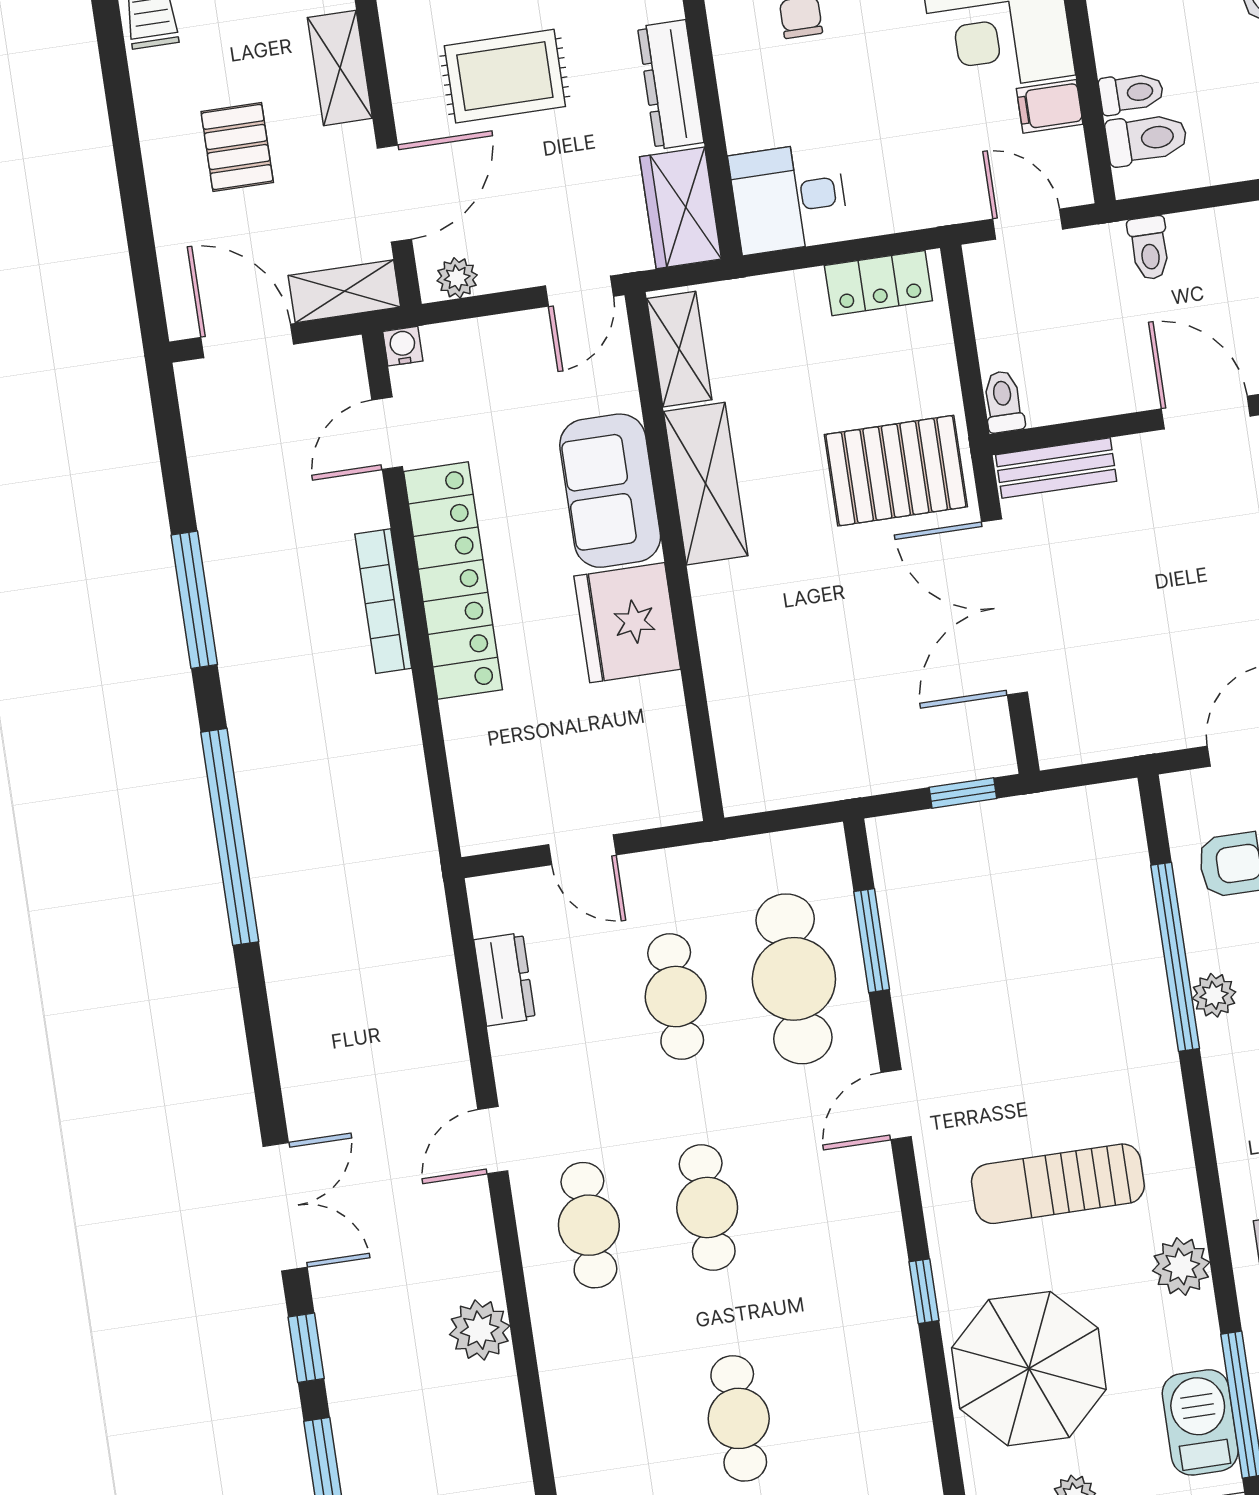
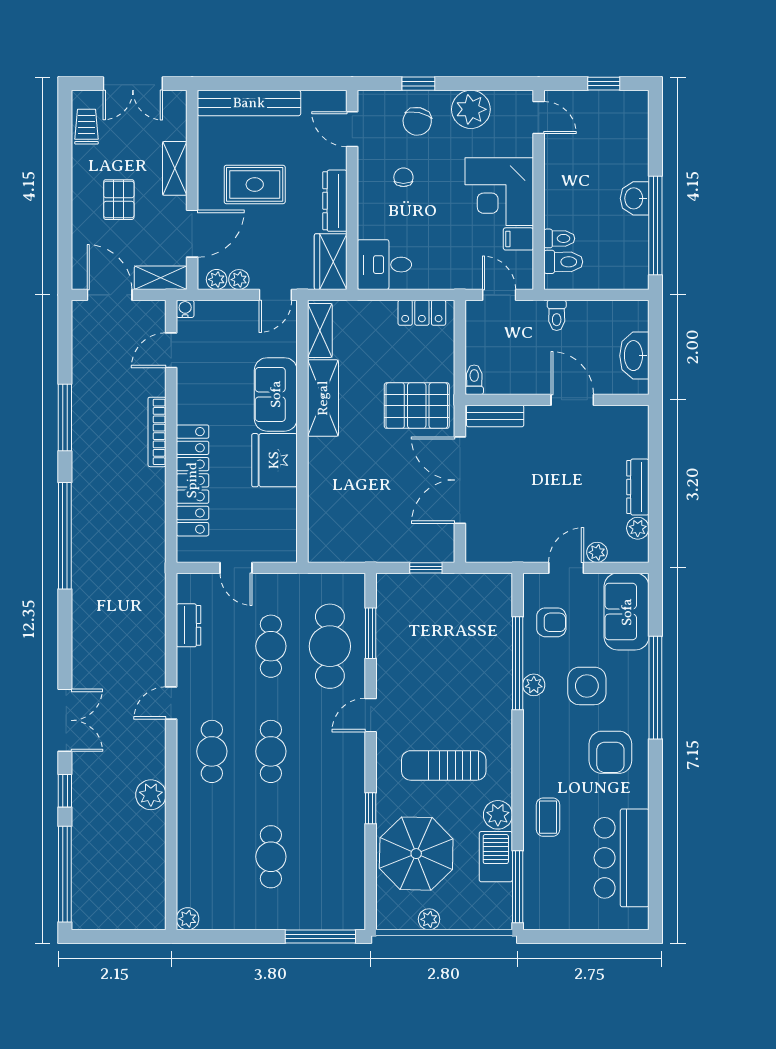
plant: (502, 271) -> (239, 280), added
locker: (453, 581) -> (192, 480), moved
barbecue: (1200, 1422) -> (496, 857), moved

